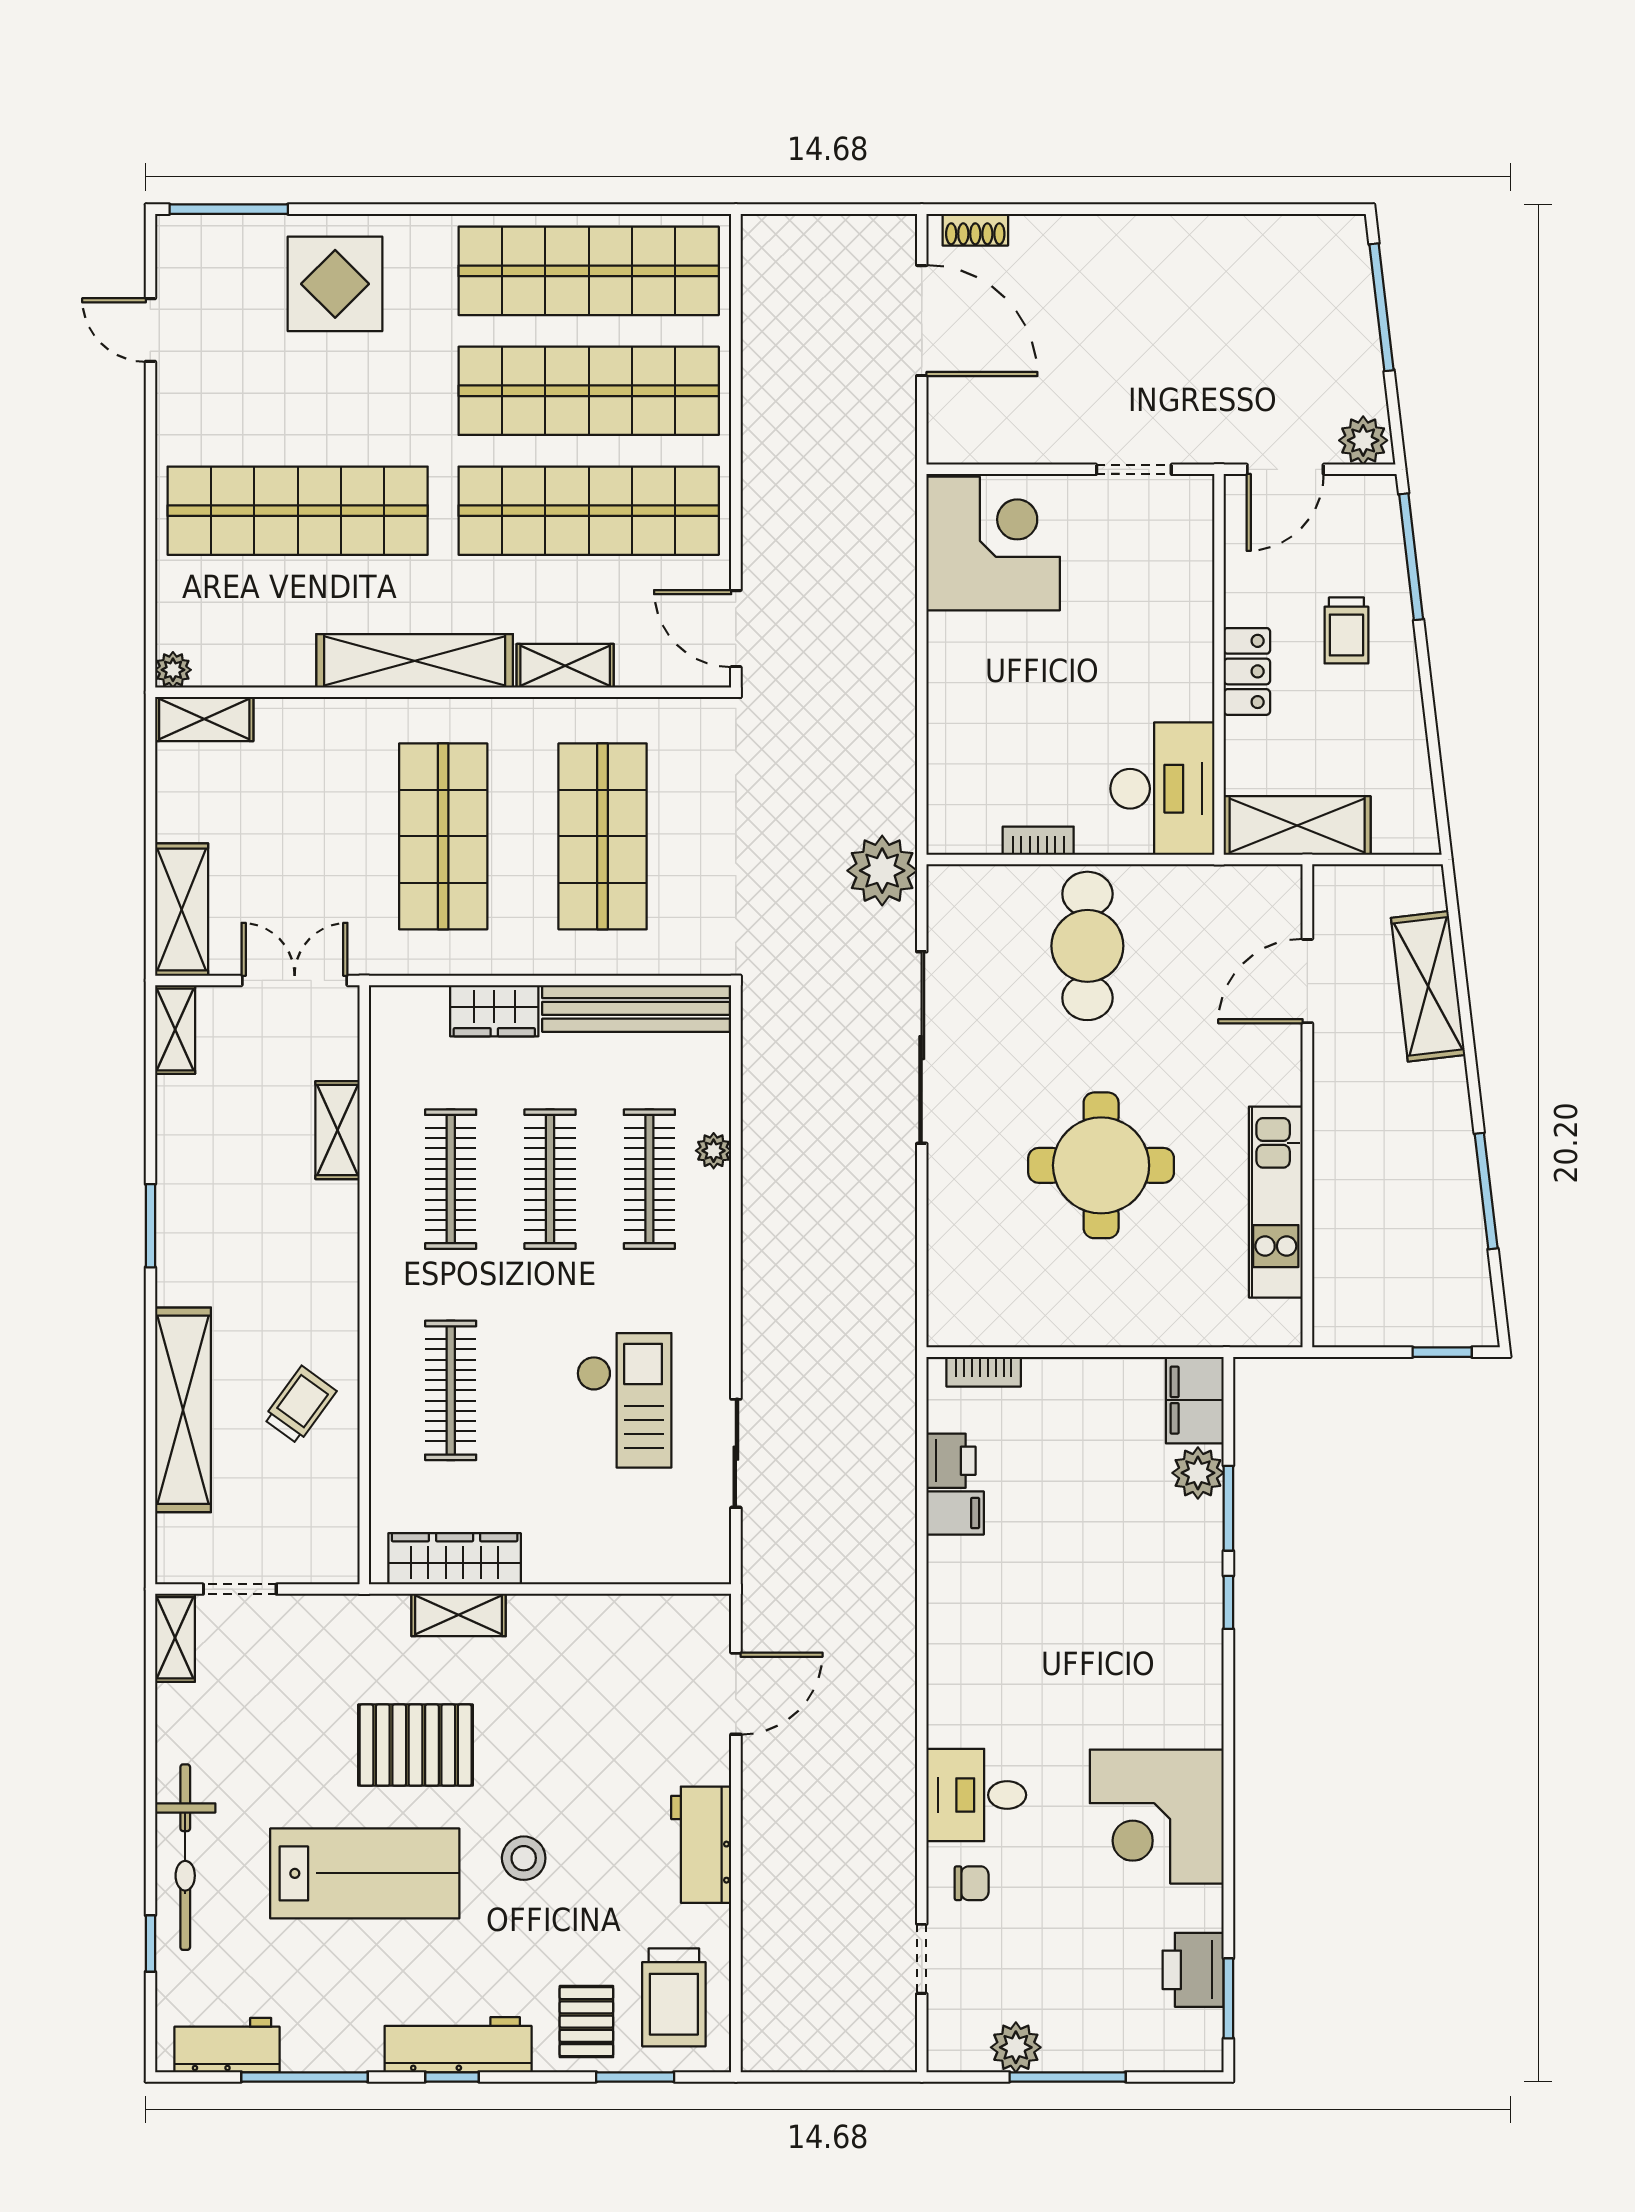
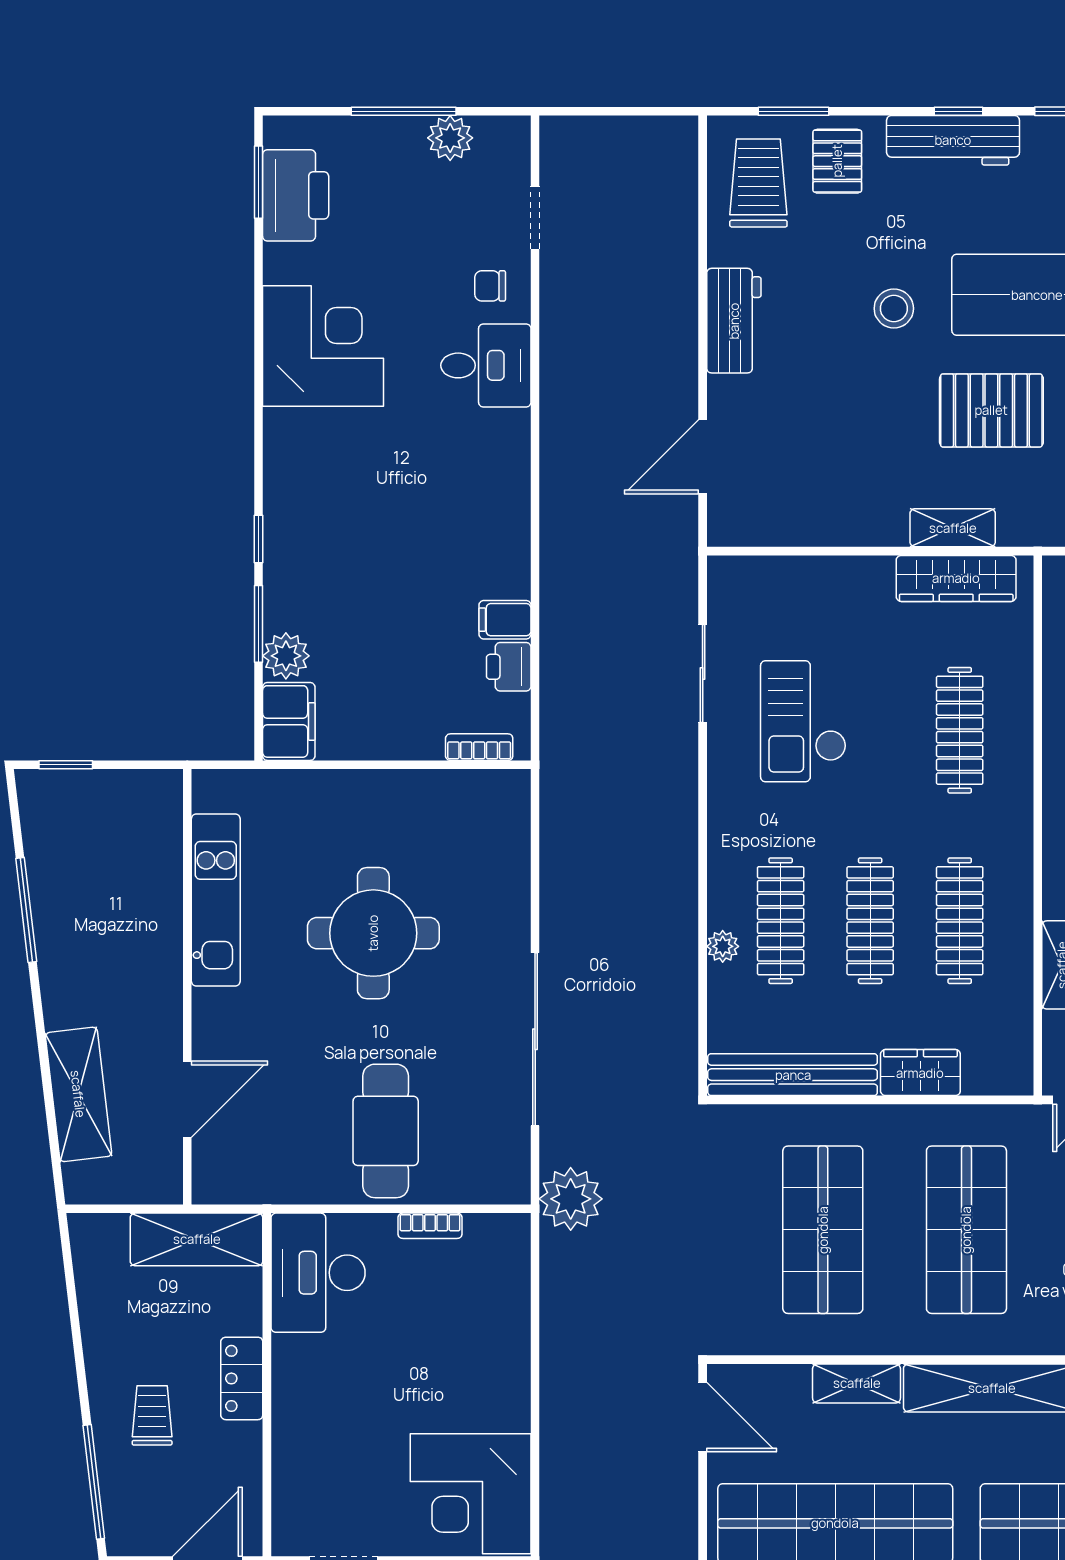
printer: (1193, 1970) -> (296, 195), width x1.37, depth x1.19

